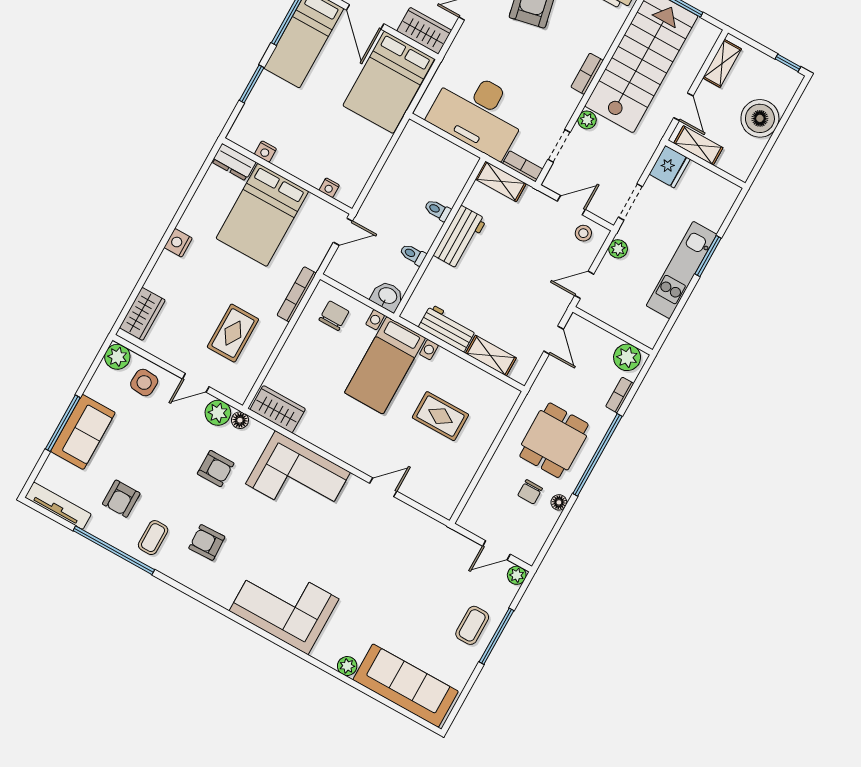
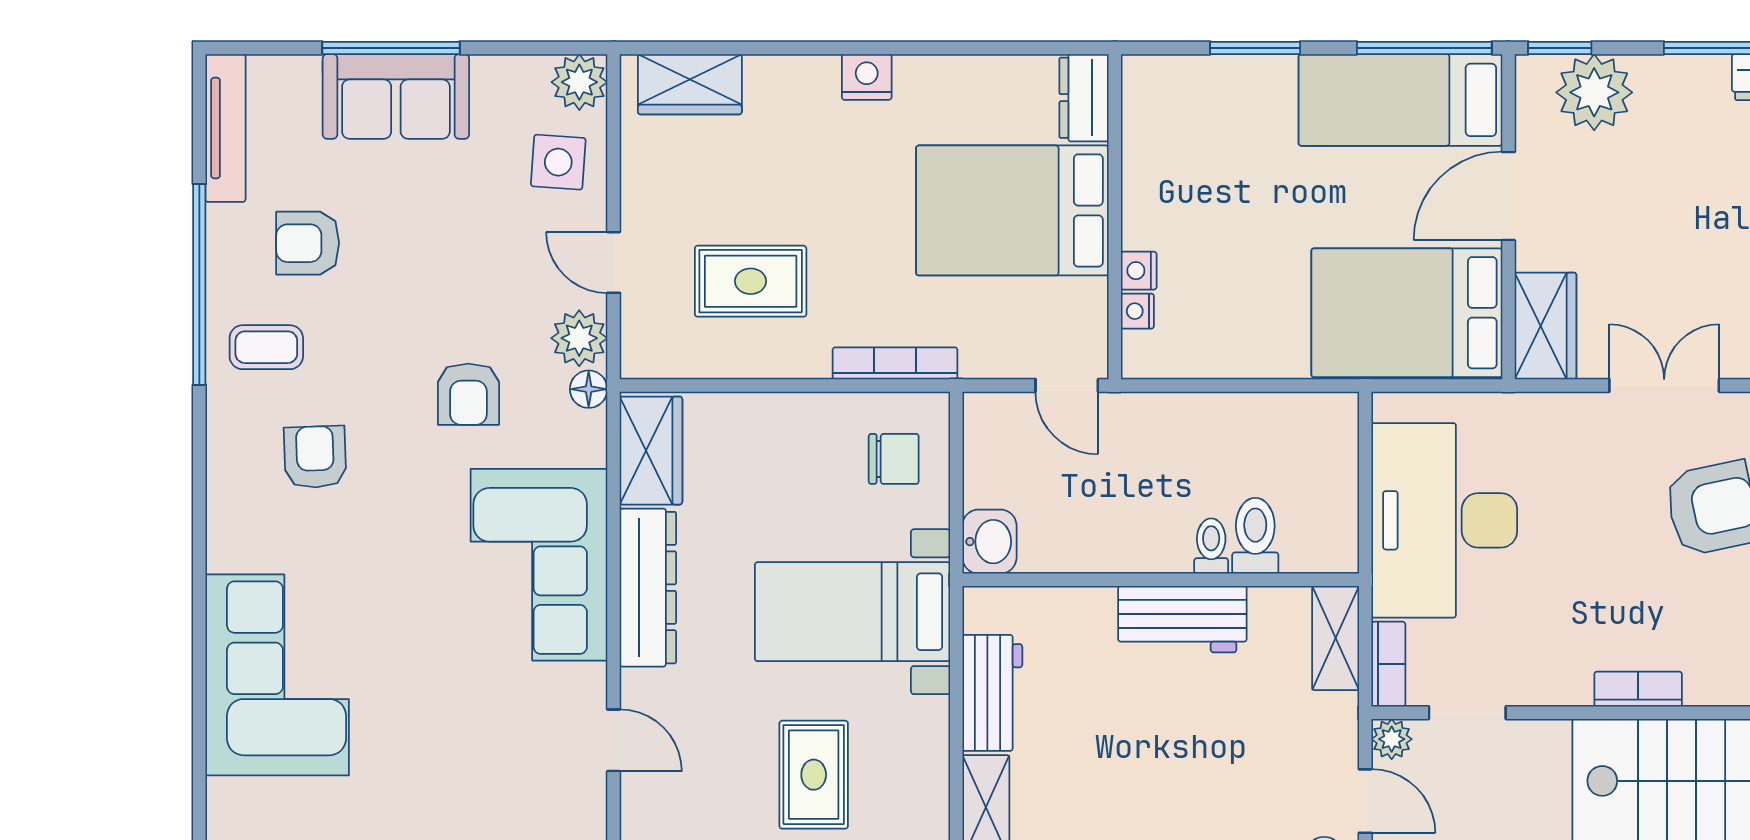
plant: (587, 120) -> (1392, 739), moved
nightstand: (265, 152) -> (1139, 271), moved
toilet: (413, 255) -> (1255, 536), moved, width x1.37, depth x1.39
dresser: (331, 440) -> (648, 588), added

